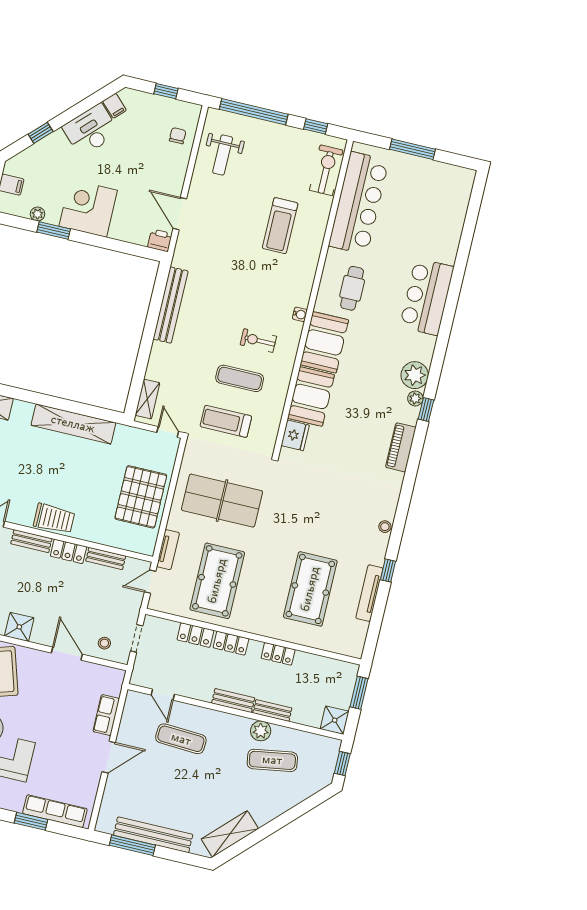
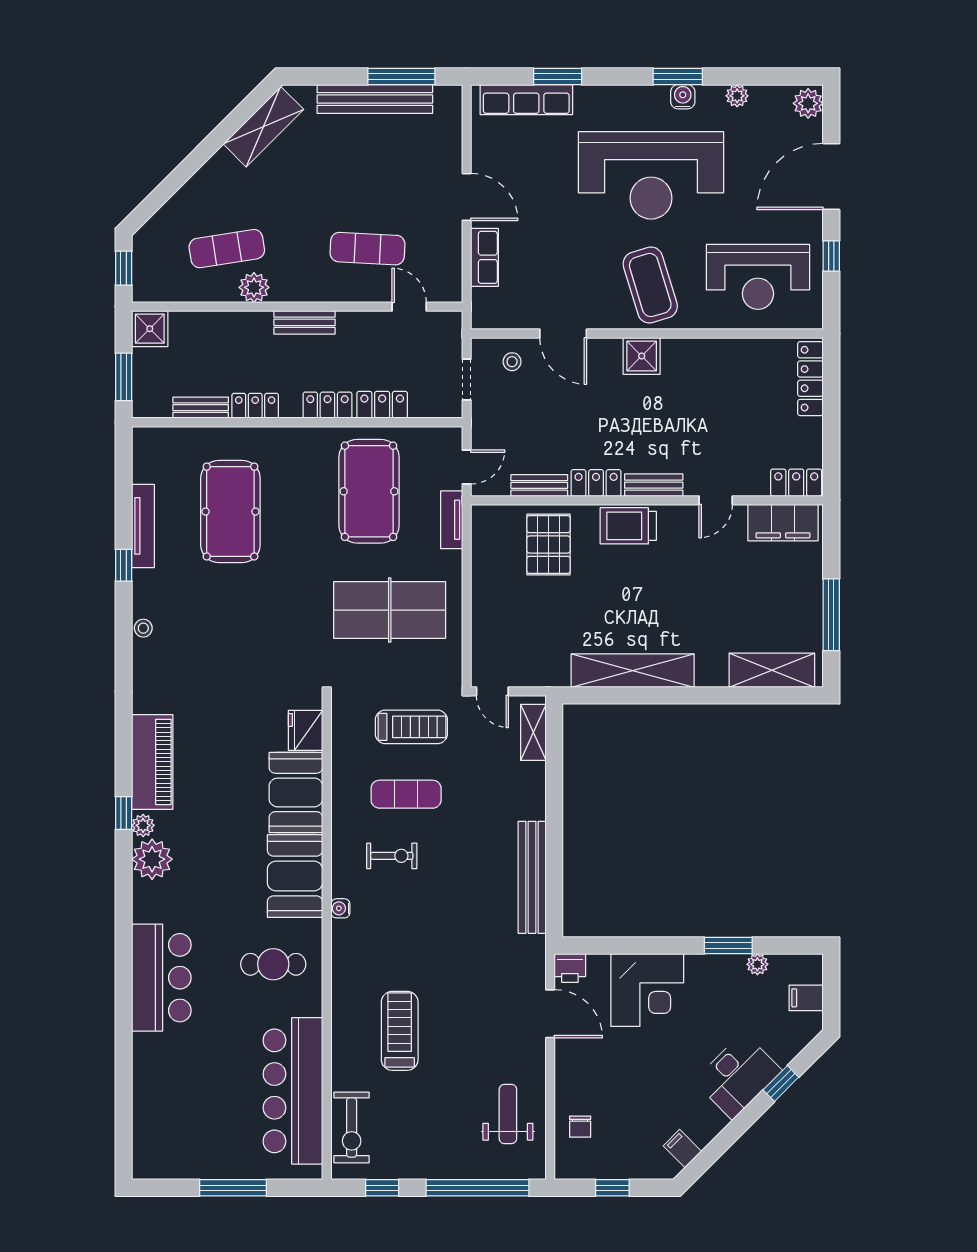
desk: (91, 130) -> (738, 1076), moved
corner desk: (88, 208) -> (647, 990), moved
cafe table: (352, 288) -> (273, 964), turned 90
piano: (401, 447) -> (152, 762), width x1.37, depth x1.33
pallet: (141, 497) -> (549, 544), moved, width x0.73, depth x0.71
bench: (272, 711) -> (201, 408), moved
door: (109, 757) -> (467, 197), swing flipped

